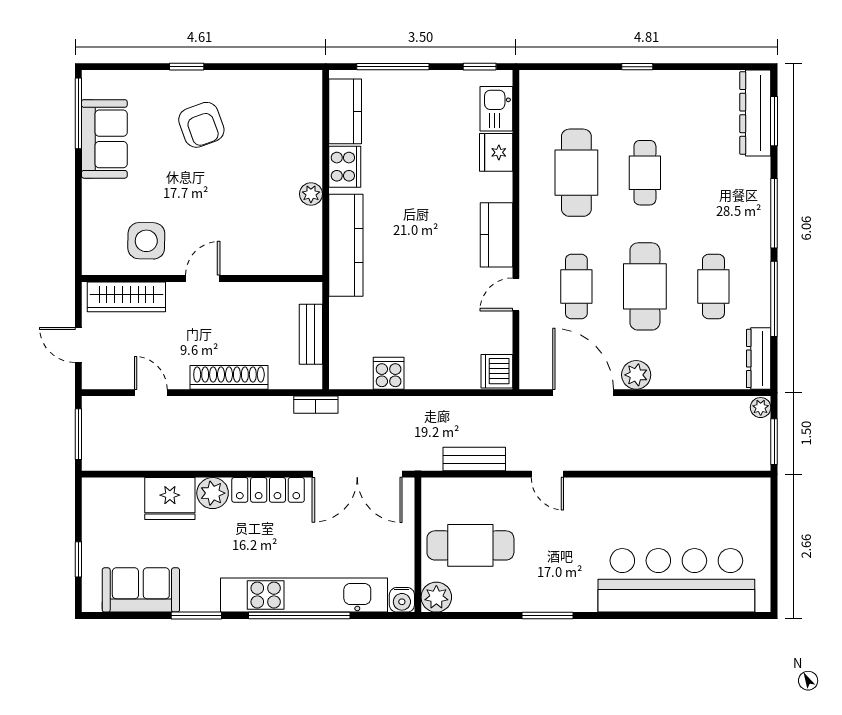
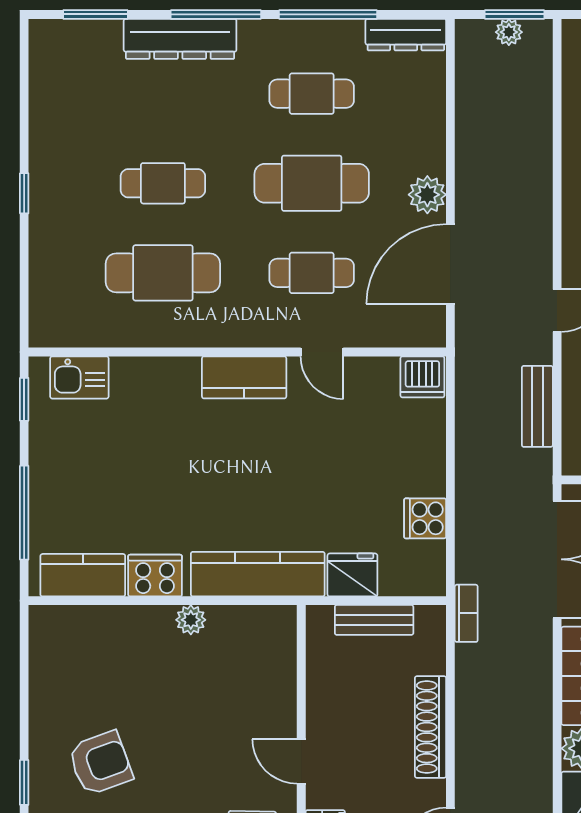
dresser: (755, 113) -> (180, 39), moved
fridge: (496, 152) -> (352, 575), moved, turned 180
plant: (761, 408) -> (509, 32), moved

